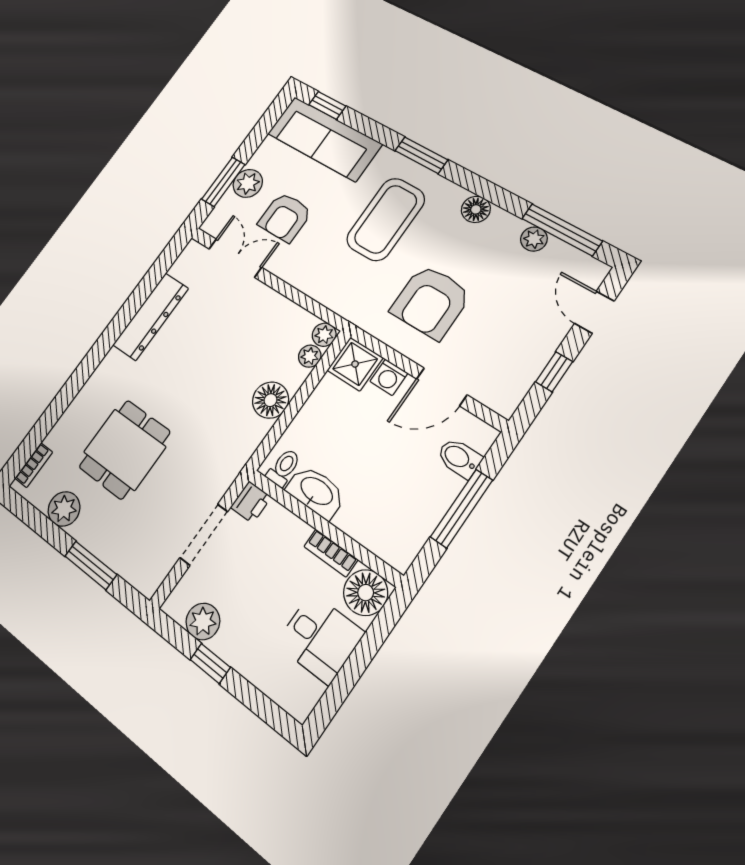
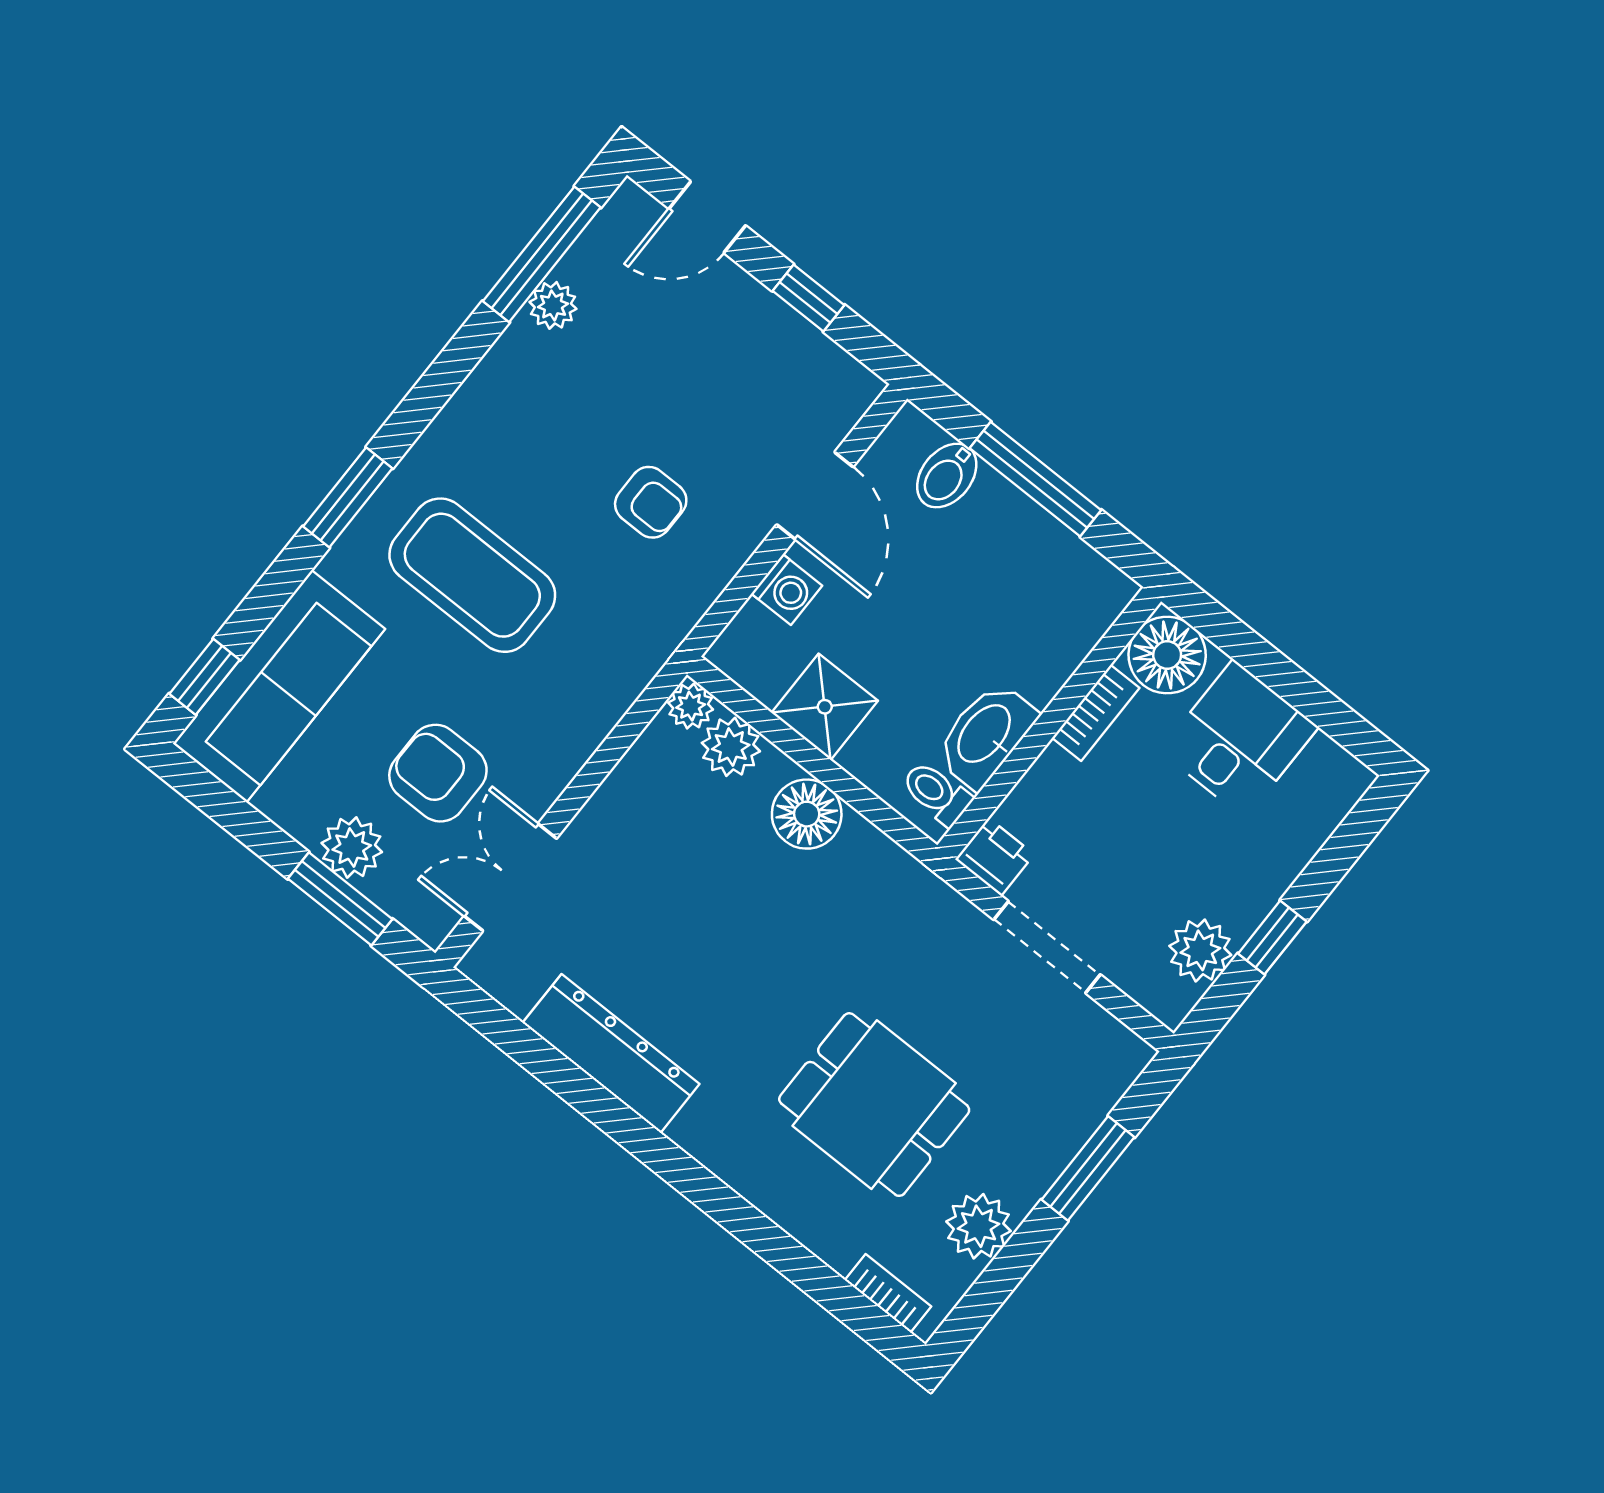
floor lamp: (476, 209) -> (478, 404), removed
armchair: (285, 217) -> (438, 773), turned 180
armchair: (431, 302) -> (651, 502), width x0.53, depth x0.53
plant: (310, 356) -> (731, 747), width x1.38, depth x1.38
shower: (355, 364) -> (825, 707), moved

